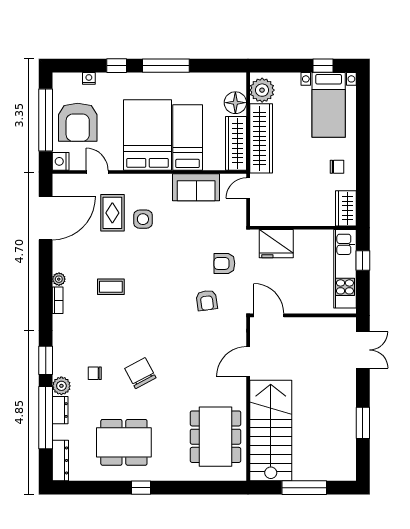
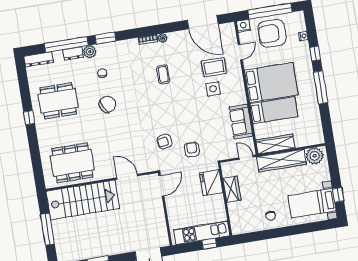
floor lamp: (235, 103) -> (303, 139), removed
wardrobe: (346, 208) -> (232, 189), moved, turned 90
dining table: (124, 442) -> (58, 101), turned 90

